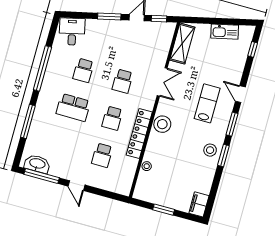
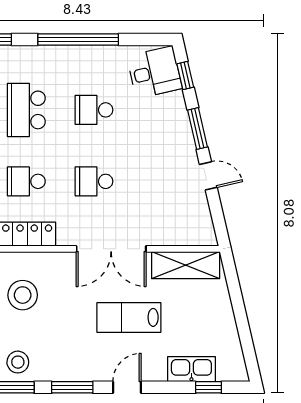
window: (159, 19) -> (185, 76), moved
kitchen sink: (225, 32) -> (191, 369), moved, turned 103
double door: (162, 82) -> (111, 249), width x1.37
lab bench: (207, 103) -> (129, 317), moved, turned 180
stool: (162, 124) -> (23, 295), moved

